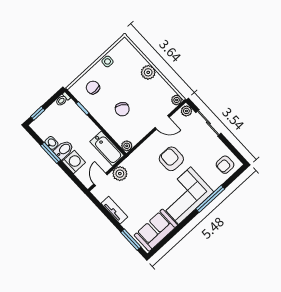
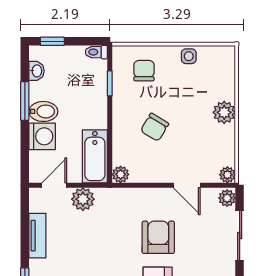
washbasin: (51, 143) -> (36, 71), moved

